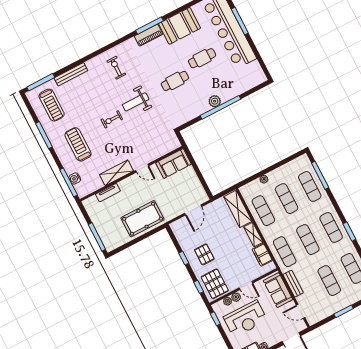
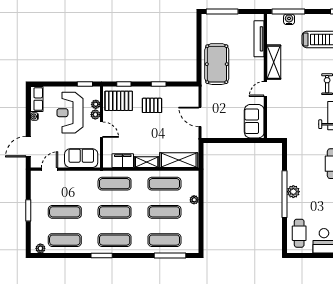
cafe table: (246, 79) -> (299, 233), added
tv unit: (108, 193) -> (259, 39), width x1.41
bench: (293, 284) -> (80, 176), removed
door: (246, 285) -> (102, 130), swing flipped

